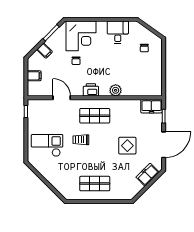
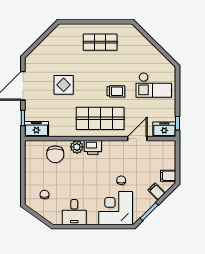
filing cabinet: (34, 76) -> (168, 176), moved
chair: (135, 84) -> (55, 154), added
printer: (91, 90) -> (93, 147), moved
door: (62, 98) -> (137, 139), swing flipped
shop shelf: (95, 116) -> (100, 118), width x1.43, depth x1.36
freezer: (148, 175) -> (164, 129), moved, turned -135

